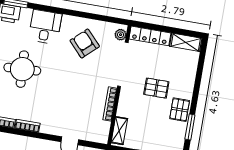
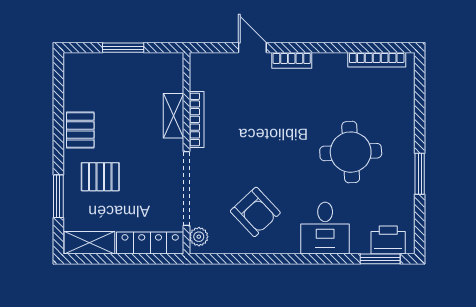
pallet: (156, 88) -> (100, 177), moved
bookcase: (28, 126) -> (292, 60), moved
window: (190, 127) -> (58, 196), moved
shelving: (119, 131) -> (174, 116), moved

